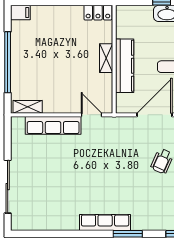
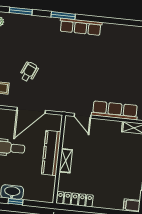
locker: (98, 13) -> (75, 199), width x1.53

